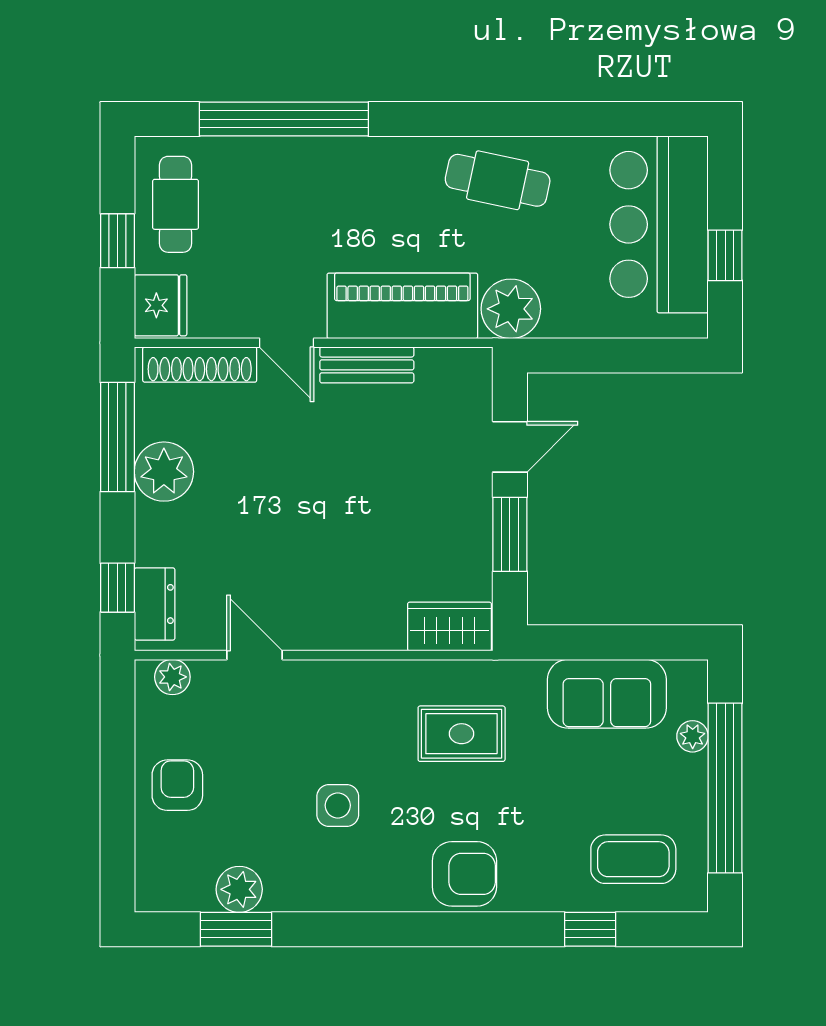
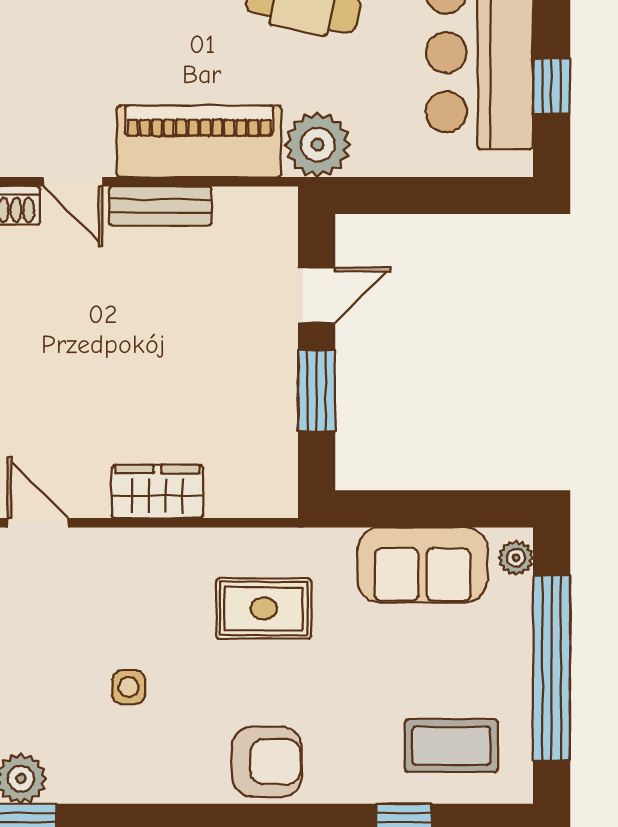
wardrobe: (449, 626) -> (157, 492), moved
plant: (693, 736) -> (516, 558), moved
side table: (338, 805) -> (129, 687), width x0.73, depth x0.73

